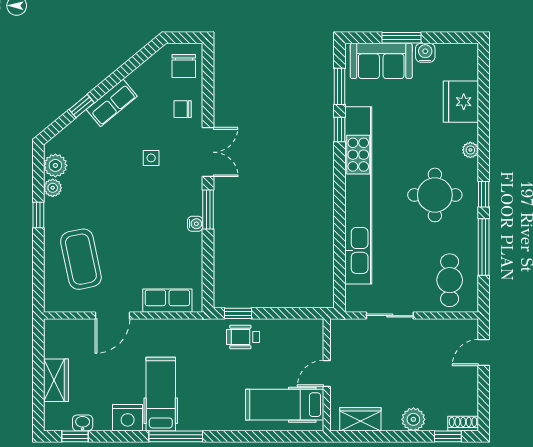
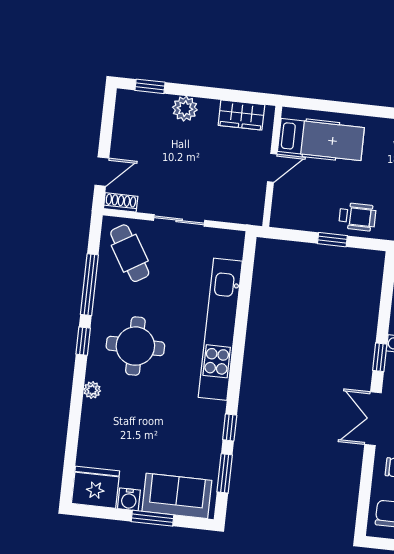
fridge: (461, 102) -> (96, 487), moved, turned -90
kitchen unit: (358, 195) -> (220, 329), width x0.73
window: (208, 210) -> (380, 357), width x0.67
cafe table: (450, 280) -> (130, 253), turned -31
window: (238, 313) -> (332, 240), moved
sliding door: (390, 316) -> (179, 220), moved
shoe rack: (463, 424) -> (121, 202), moved, turned 180

